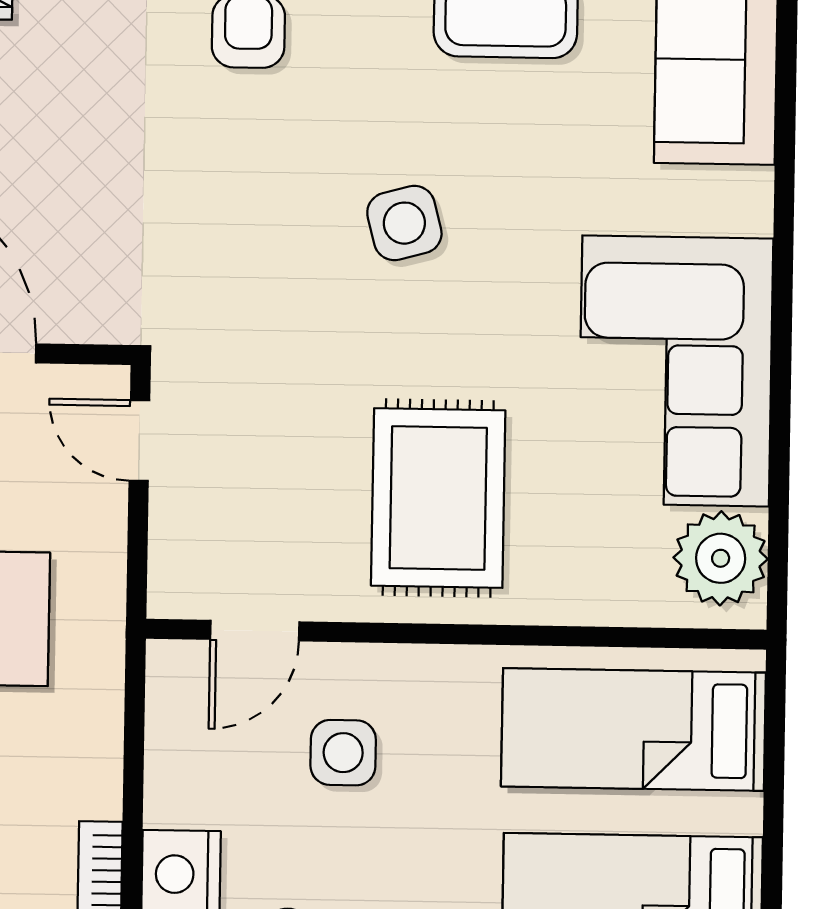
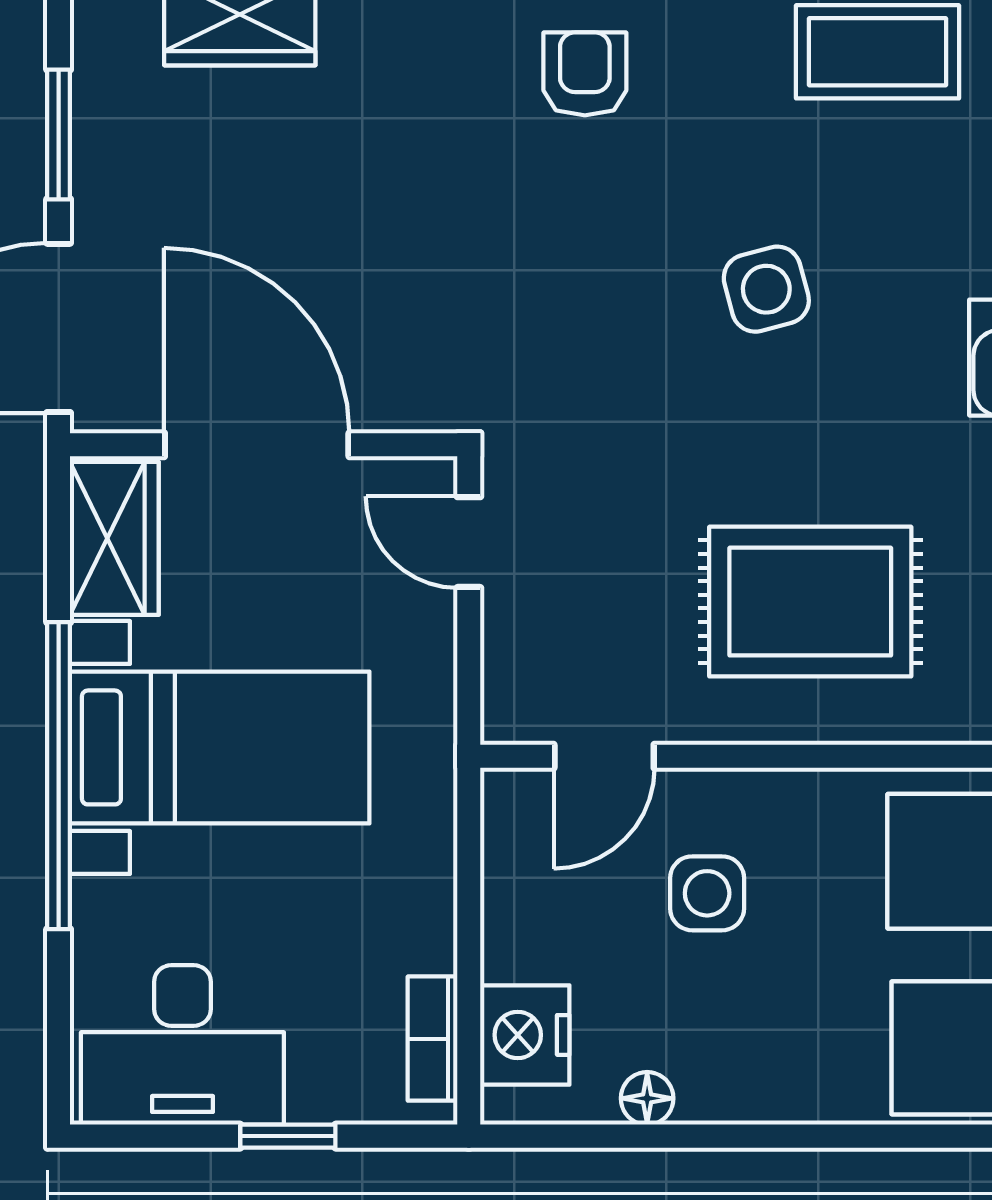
rug: (438, 498) -> (810, 602), turned 90

